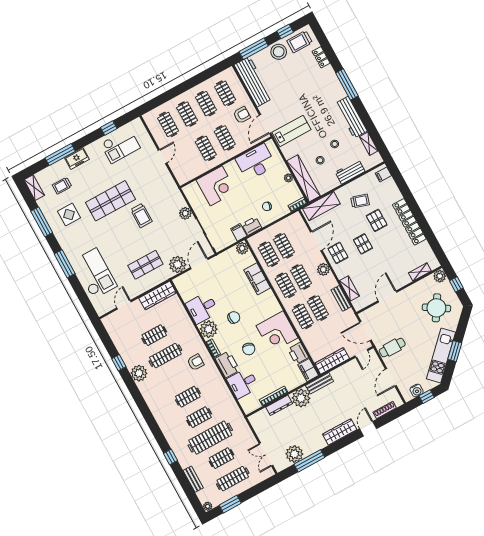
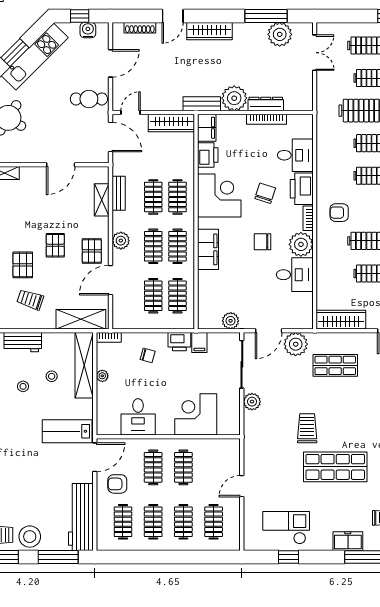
desk: (256, 162) -> (138, 417), width x0.73
plant: (242, 248) -> (231, 321), moved
filing cabinet: (257, 279) -> (208, 249), moved

